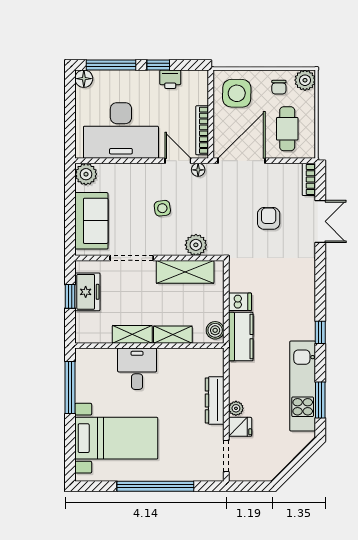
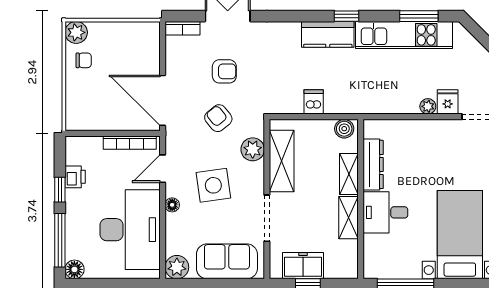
side table: (237, 93) -> (90, 106), removed
cafe table: (287, 129) -> (128, 51), removed
floor lamp: (198, 170) -> (172, 205), moved
side table: (162, 208) -> (213, 185), width x1.87, depth x1.87
armchair: (225, 213) -> (218, 118), added
armchair: (269, 218) -> (224, 71), turned 180
kitchen counter: (241, 337) -> (328, 34), moved, turned 180
dresser: (215, 400) -> (373, 164), moved, turned -90

